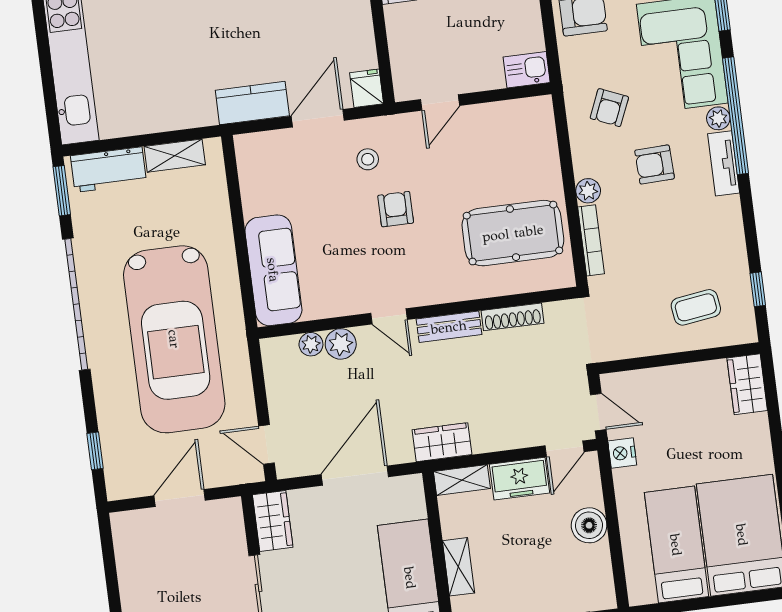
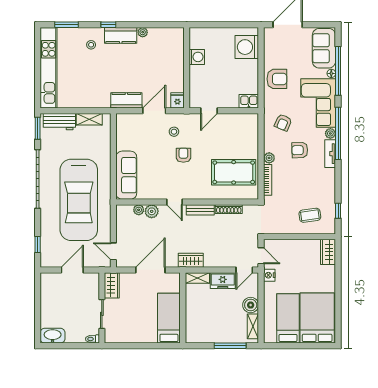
shelving: (458, 567) -> (253, 326), moved

